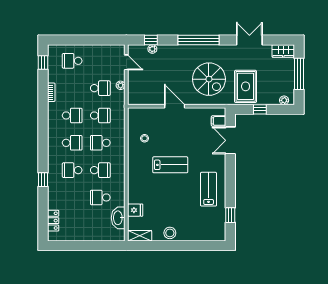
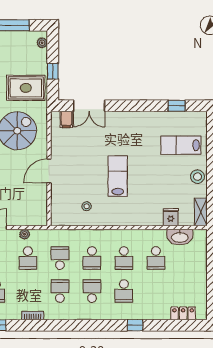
school desk: (100, 88) -> (28, 258), turned 180
school desk: (100, 170) -> (124, 258), turned 180
lab bench: (209, 189) -> (181, 145), moved

